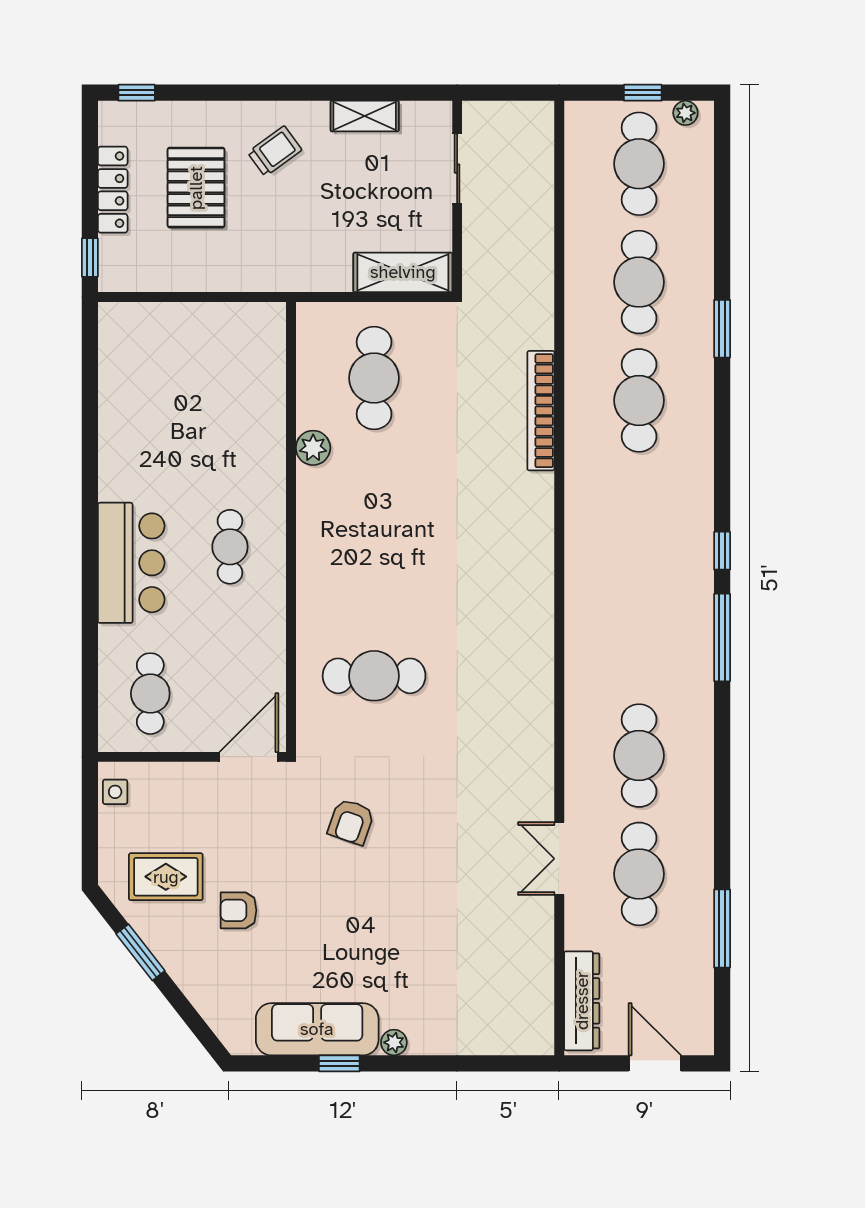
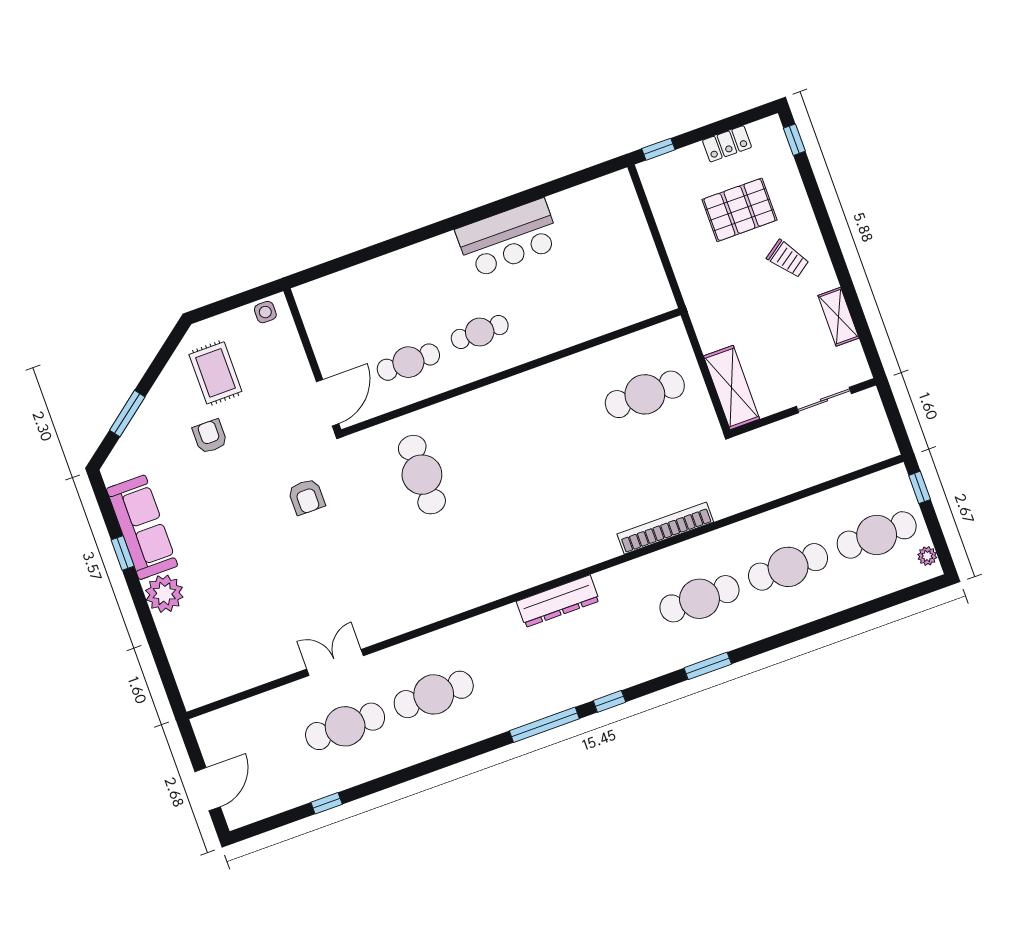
window: (643, 93) -> (920, 487), moved
locker: (113, 190) -> (727, 144), width x0.66
window: (722, 329) -> (708, 666), moved
plant: (313, 448) -> (576, 368), removed
bar counter: (131, 563) -> (508, 238), moved
cafe table: (150, 694) -> (408, 362), moved
door: (249, 757) -> (328, 403), hinge flipped
armchair: (351, 822) -> (306, 497), turned -109
window: (722, 928) -> (327, 803), width x0.46
window: (140, 952) -> (127, 414), moved
dresser: (582, 1001) -> (558, 601), moved
plant: (394, 1042) -> (164, 594), width x1.87, depth x1.87

